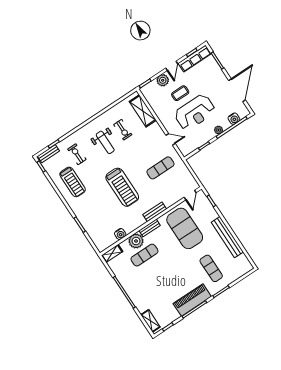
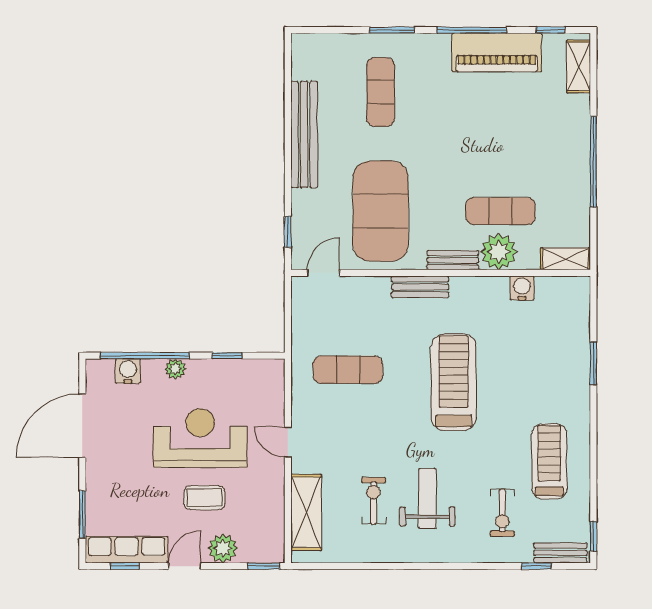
door: (170, 139) -> (288, 442), moved
piano: (192, 300) -> (497, 52), moved

